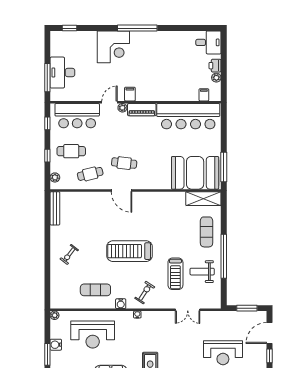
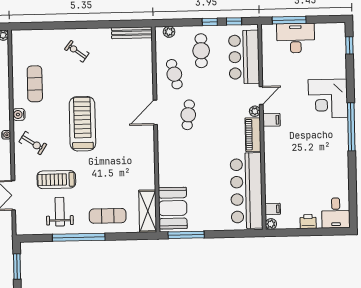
plant: (216, 78) -> (271, 224), moved
door: (109, 102) -> (261, 95), hinge flipped
window: (47, 156) -> (210, 22), moved
booth: (195, 173) -> (173, 208), width x0.73, depth x0.70

